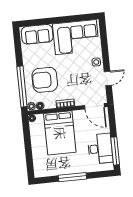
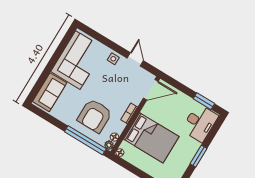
desk: (100, 149) -> (200, 123), moved, turned 90
window: (115, 151) -> (204, 101), width x0.69
window: (72, 177) -> (199, 156), width x0.69

